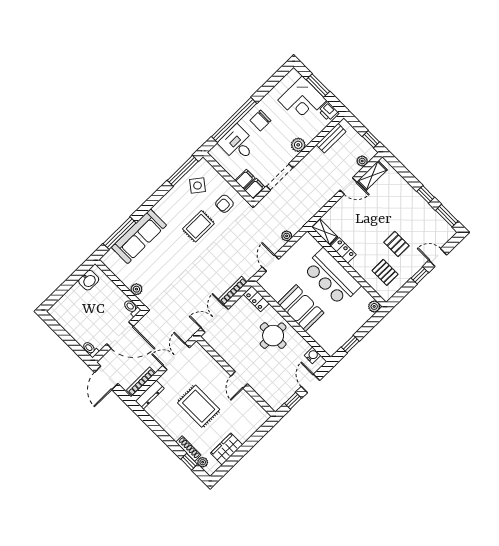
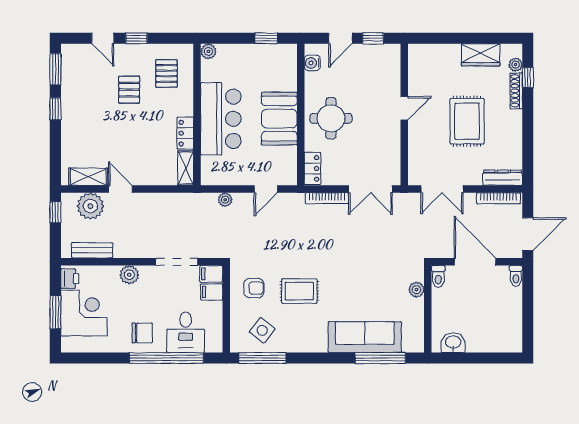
plant: (362, 161) -> (90, 206), width x1.87, depth x1.87

